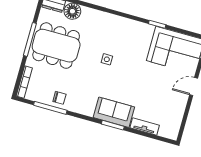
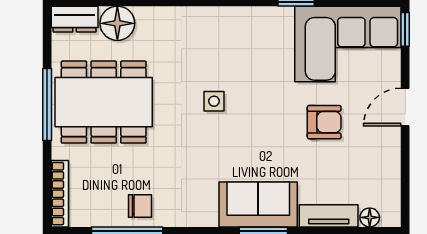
armchair: (155, 83) -> (324, 122), added
floor lamp: (163, 132) -> (370, 217), added

